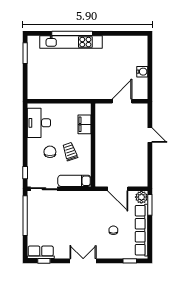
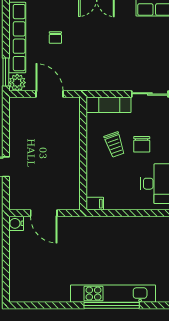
water cooler: (142, 72) -> (16, 223), moved
door: (122, 101) -> (44, 213), hinge flipped
filing cabinet: (84, 124) -> (95, 204), moved, width x0.50

